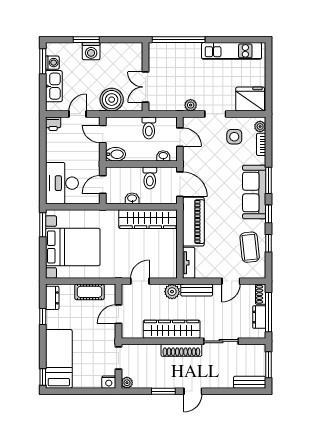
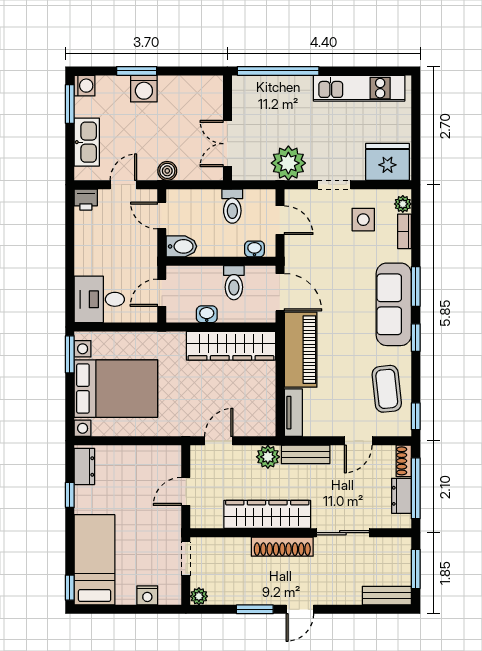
washing machine: (52, 63) -> (85, 86), moved
boiler: (112, 100) -> (167, 171), width x0.54, depth x0.54
plant: (191, 105) -> (288, 163), width x1.87, depth x1.87
desk: (62, 183) -> (99, 299), width x0.73
window: (268, 243) -> (416, 416), moved
cot: (89, 292) -> (141, 457), removed
nightstand: (109, 382) -> (147, 595), moved

